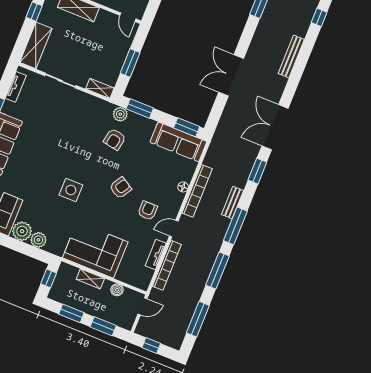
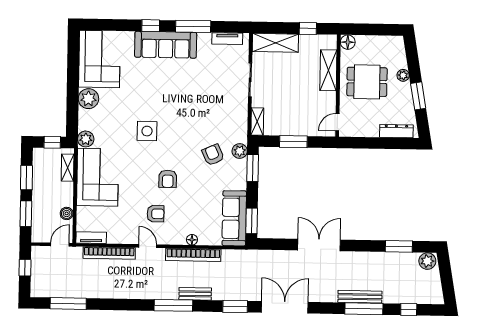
armchair: (115, 139) -> (213, 155), turned 56
armchair: (121, 188) -> (168, 179), turned 59
plant: (38, 240) -> (86, 139), moved
tv unit: (156, 254) -> (91, 238), moved
window: (217, 270) -> (364, 309), moved
shelving: (90, 279) -> (68, 168), moved
door: (142, 306) -> (60, 245), swing flipped

